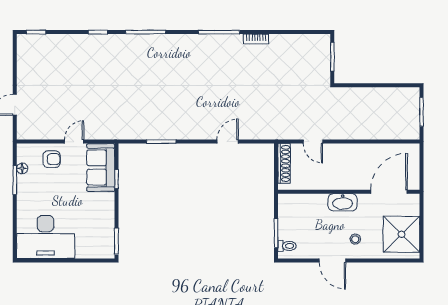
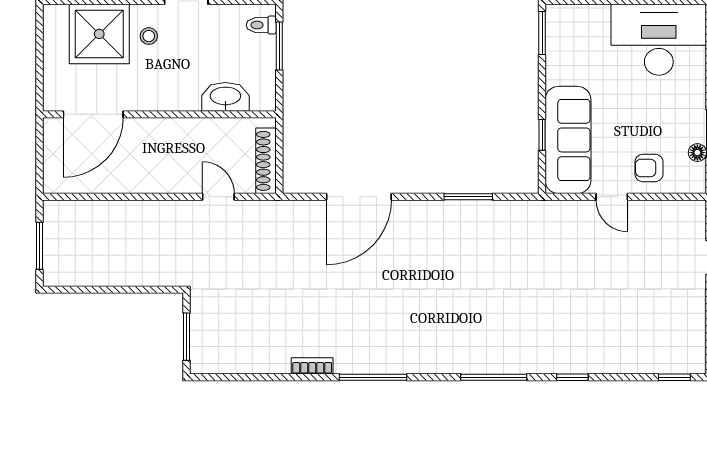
door: (74, 142) -> (612, 197), hinge flipped
door: (228, 142) -> (359, 197), width x1.88
sofa: (101, 167) -> (568, 140), width x1.36
washbasin: (343, 202) -> (225, 97), moved
shower: (402, 234) -> (99, 34), moved

